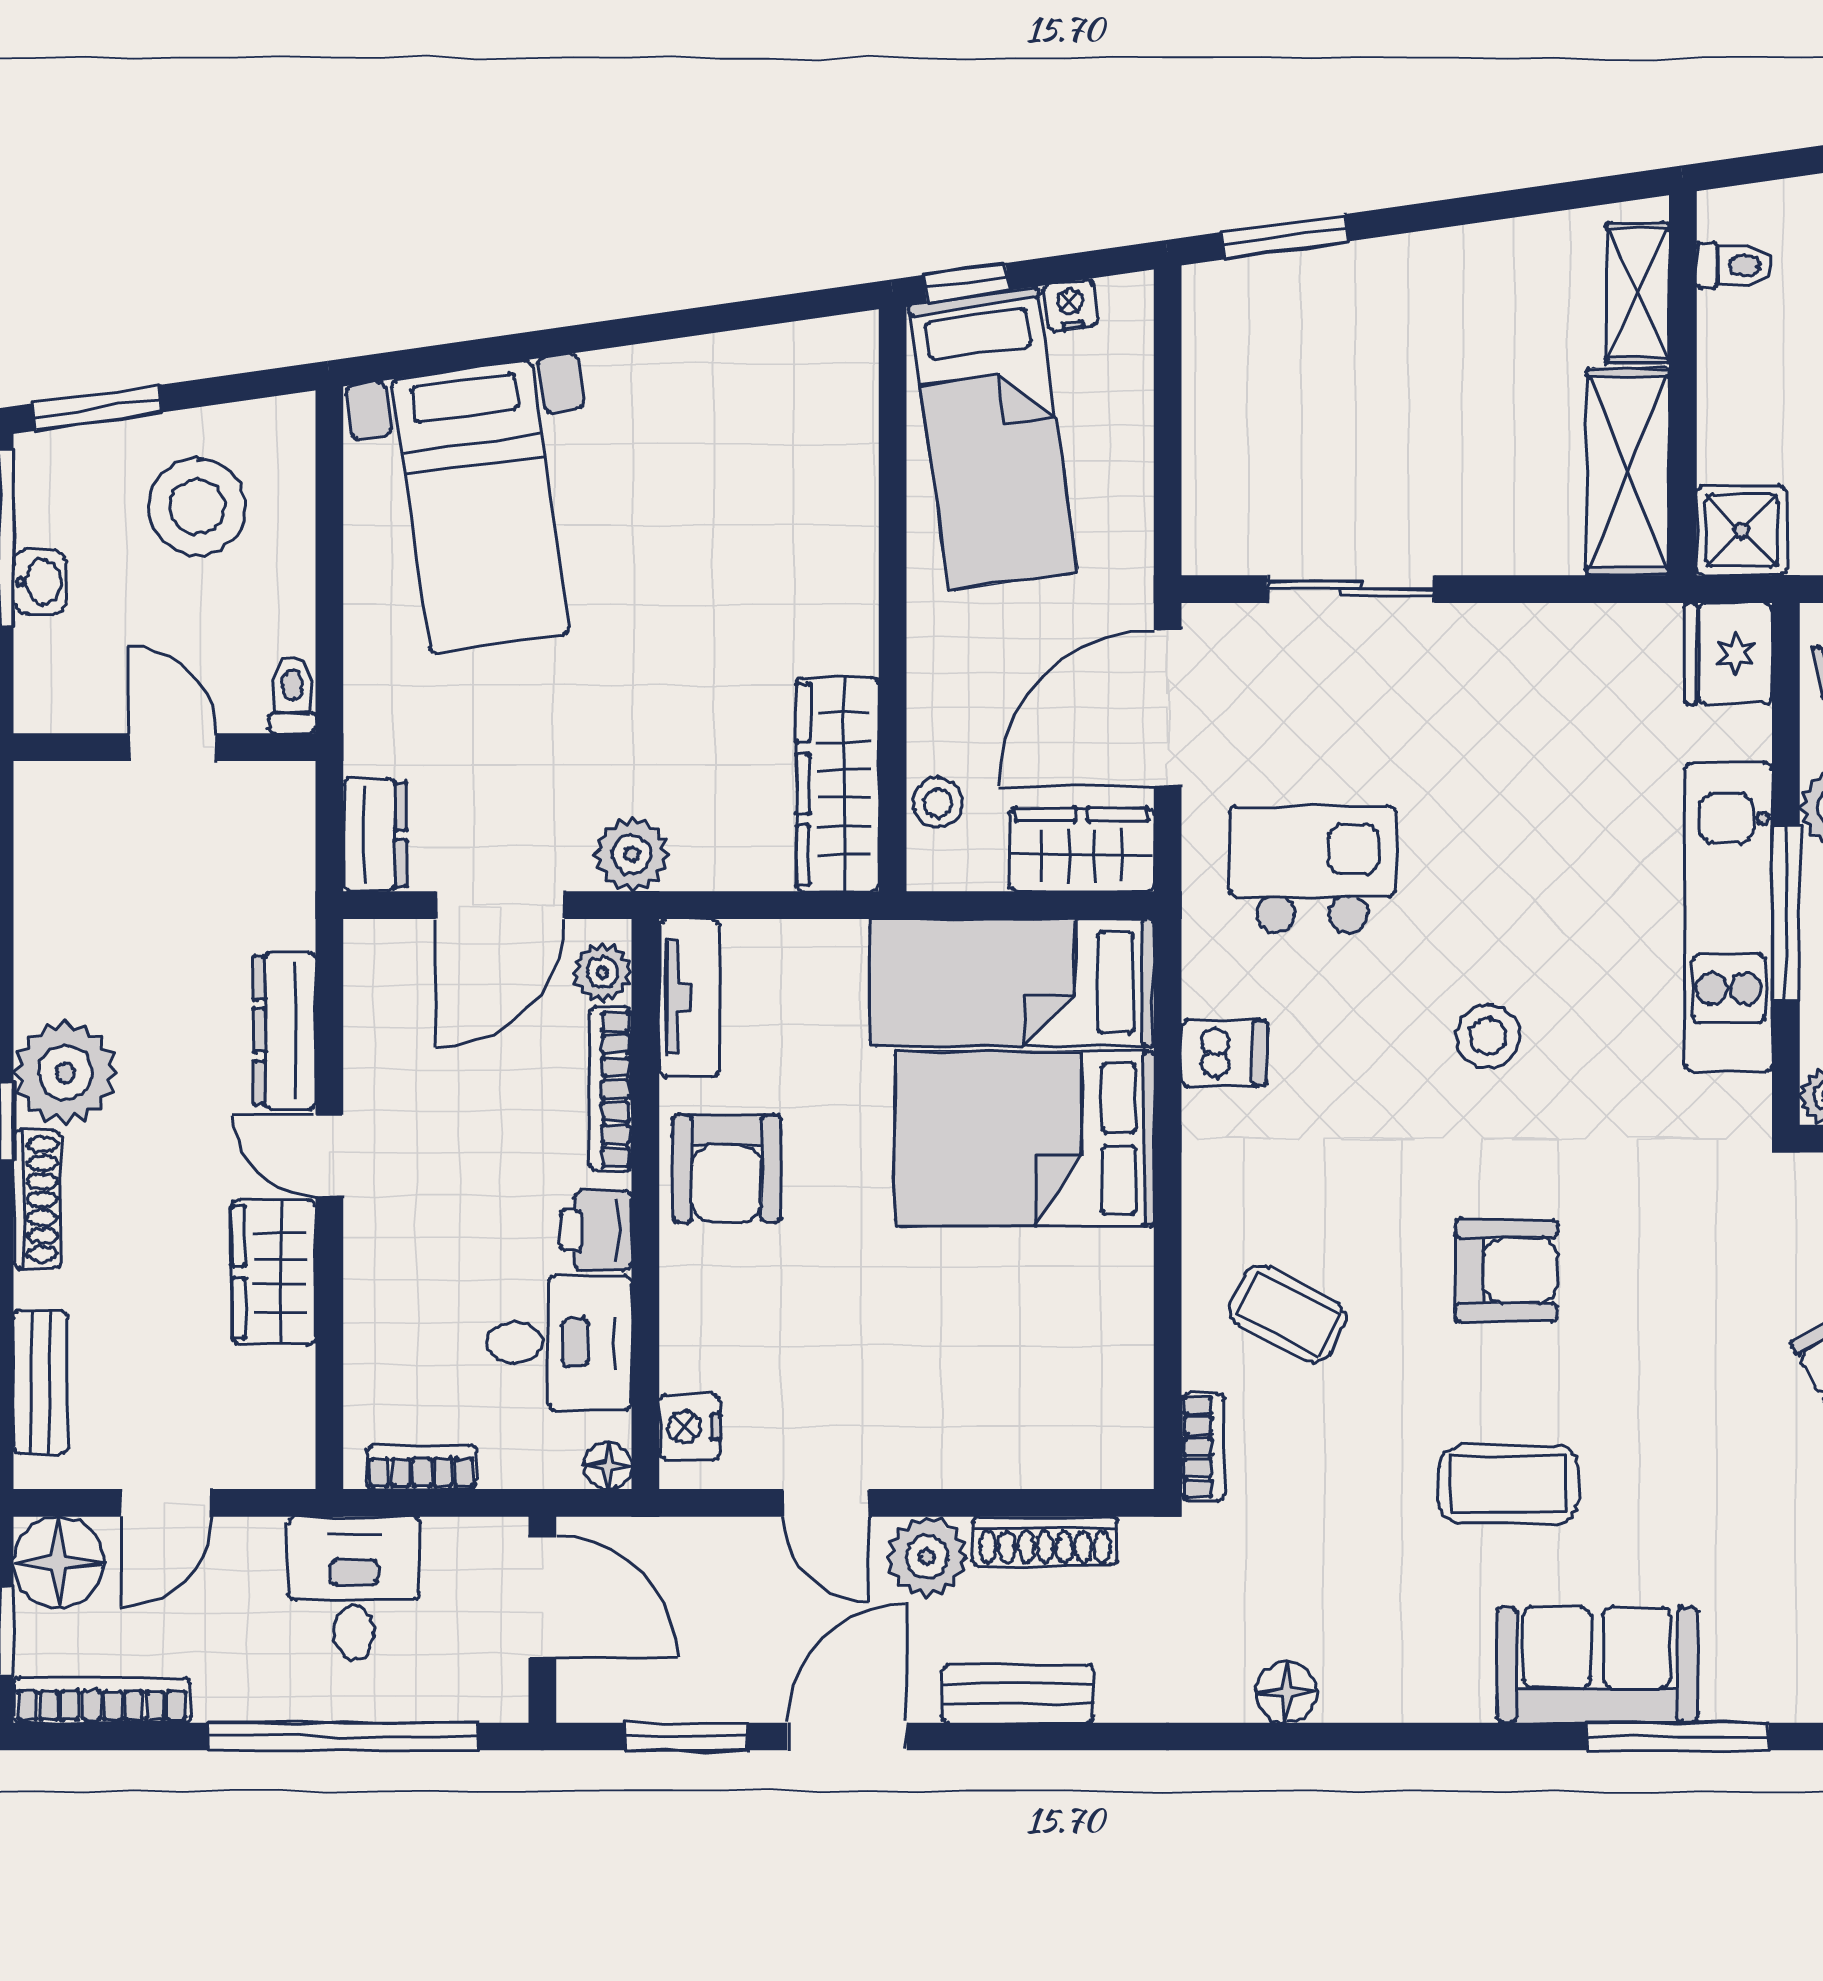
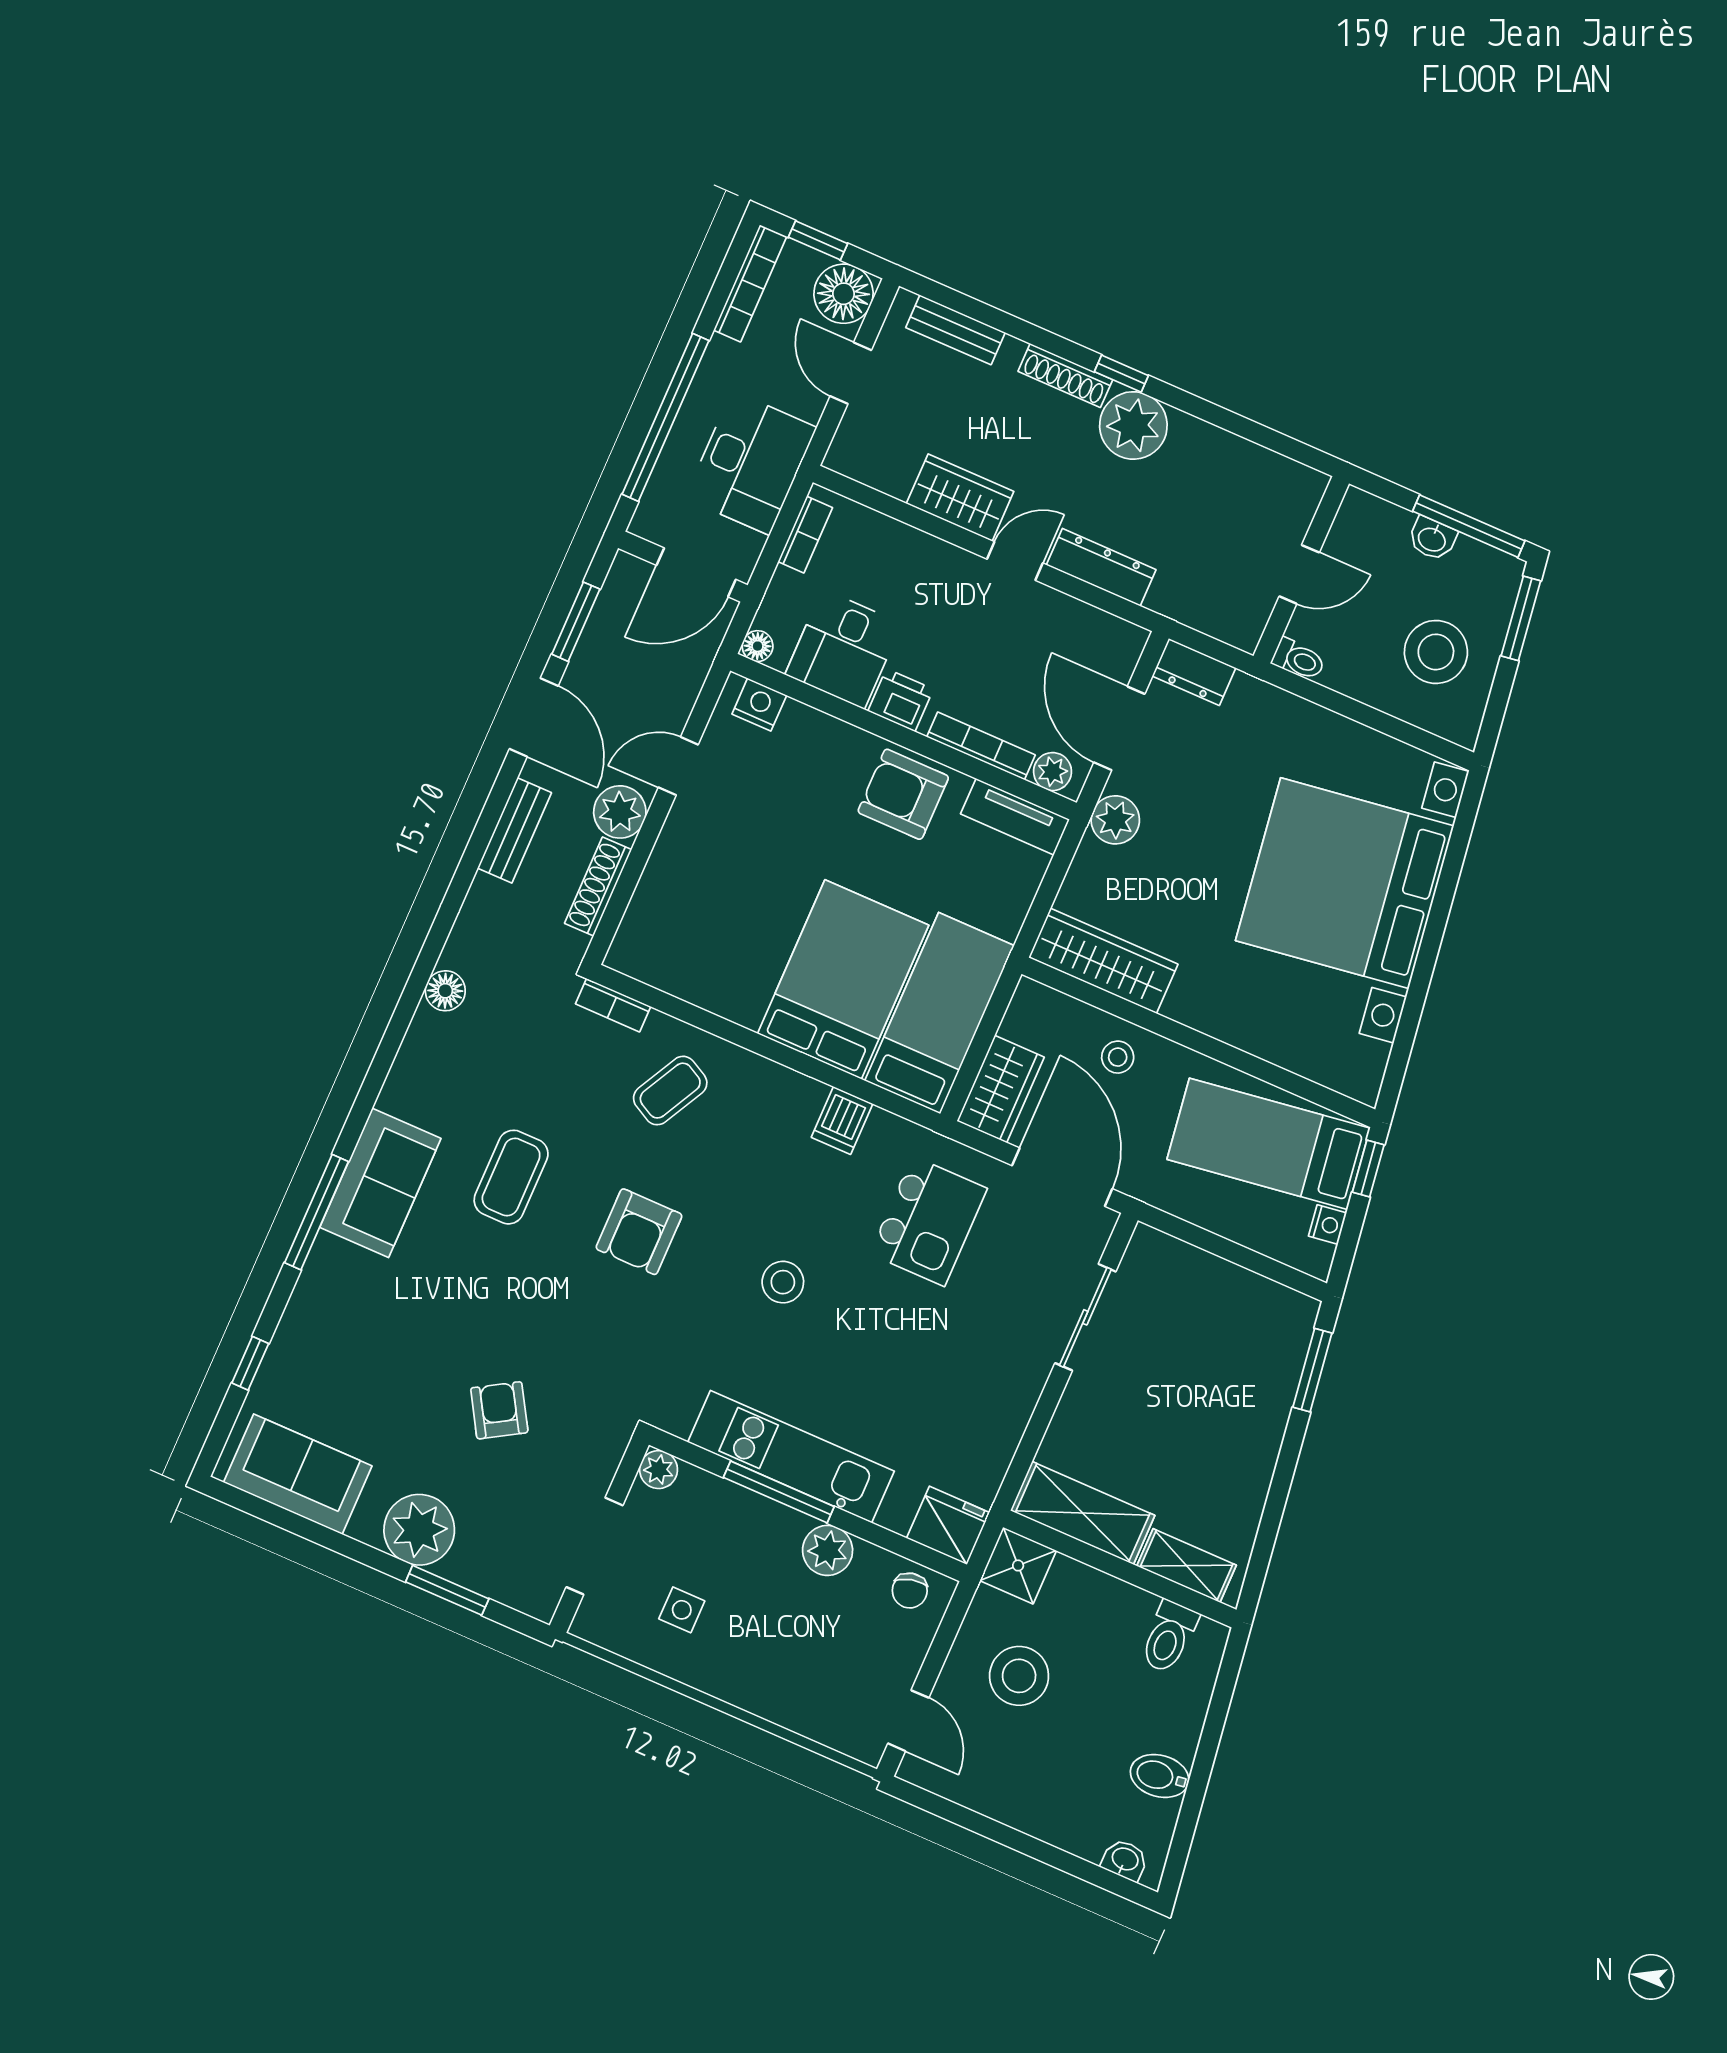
toilet: (1734, 265) -> (1169, 1637), width x1.37, depth x1.39
bed with nightstands: (480, 506) -> (1345, 883), width x1.85
stool: (938, 802) -> (1118, 1057), moved
desk: (354, 1588) -> (751, 463), width x1.37

